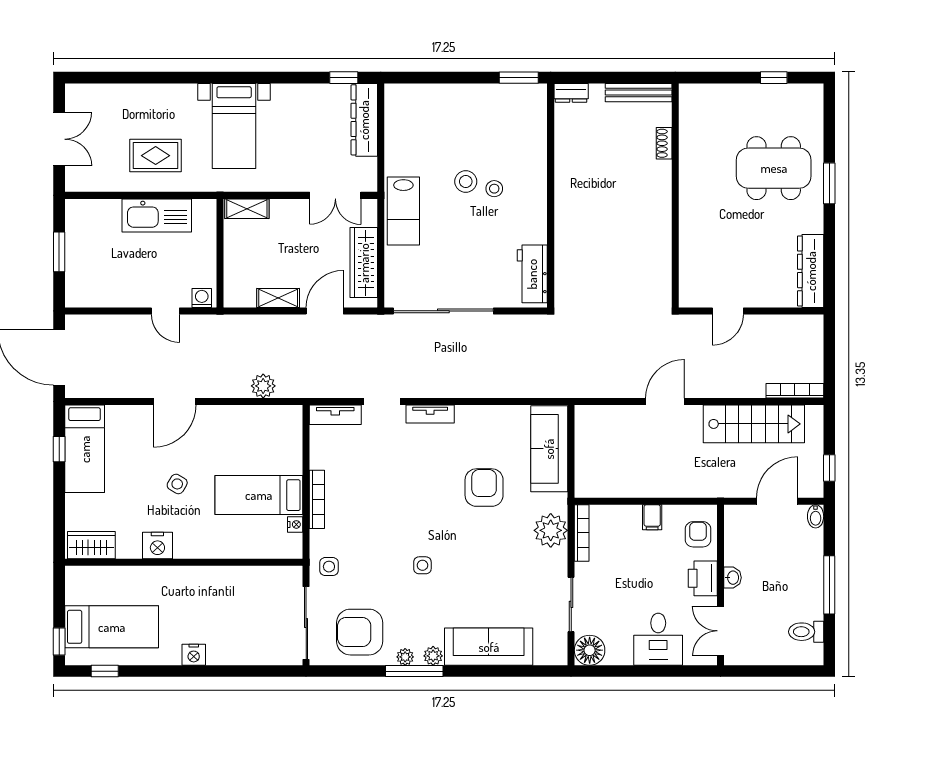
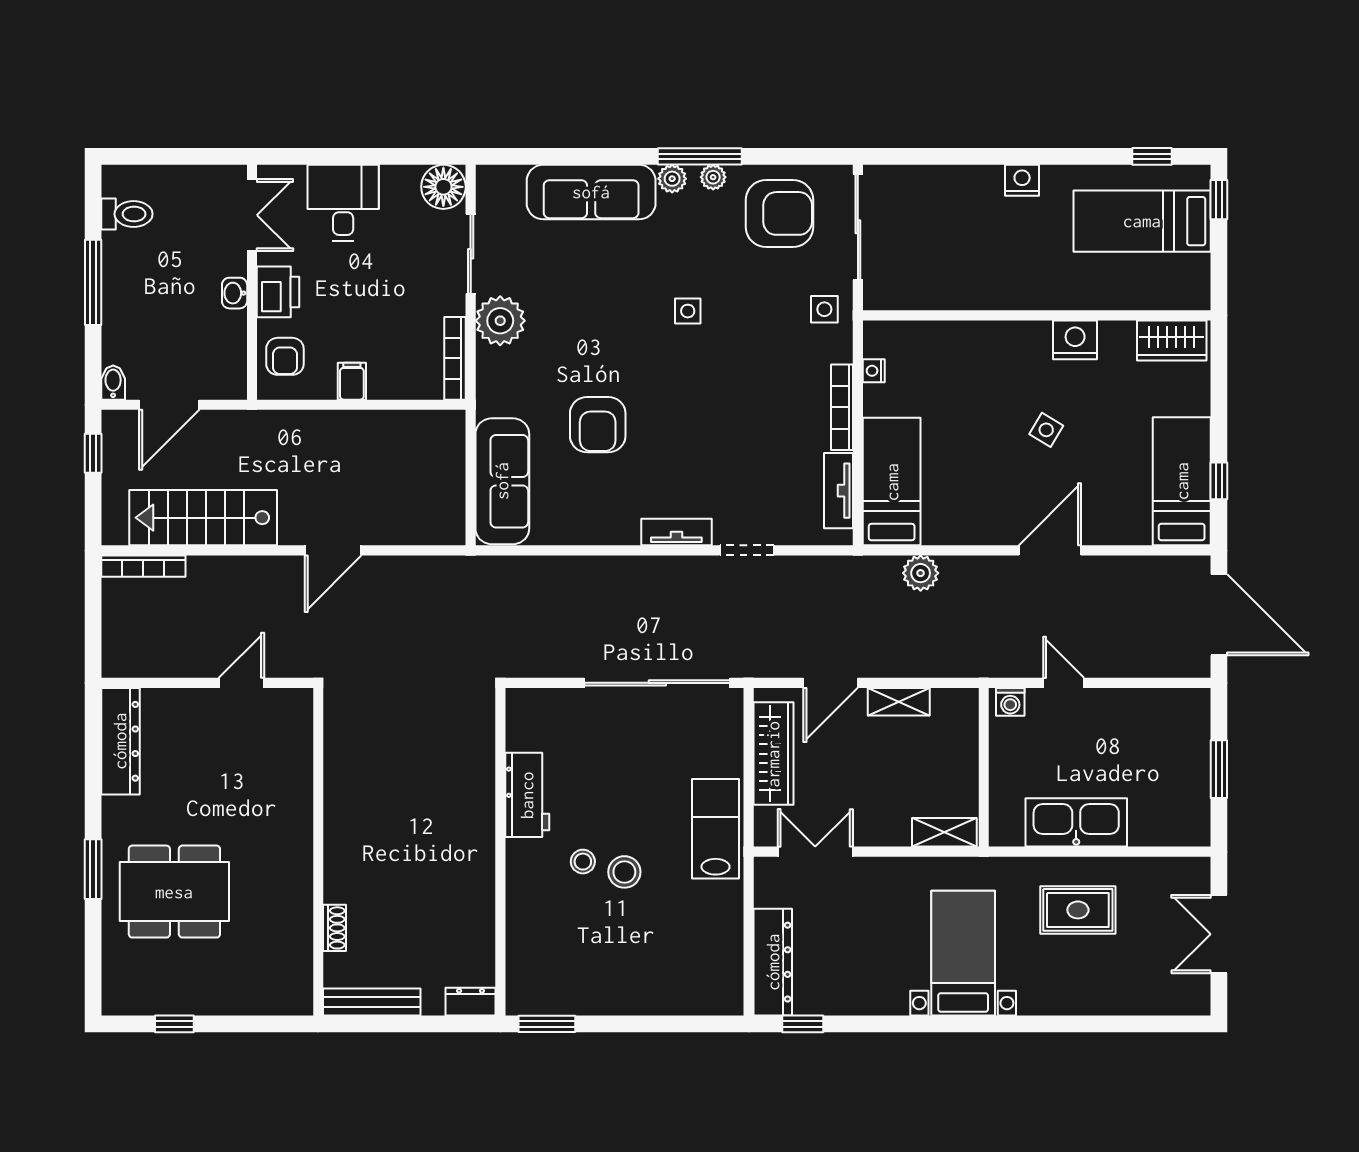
workbench: (532, 274) -> (527, 795), moved
tv unit: (335, 415) -> (839, 491), moved, turned -90
bed: (259, 495) -> (892, 482), moved, turned -90
plant: (551, 530) -> (500, 321), moved

